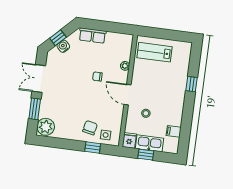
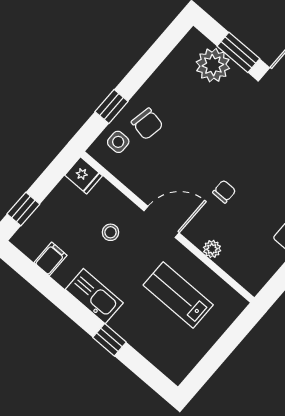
lab bench: (155, 52) -> (178, 295), moved, turned -90
plant: (46, 127) -> (213, 65), moved
kitchen sink: (150, 143) -> (94, 296), moved, turned -90
window: (146, 155) -> (23, 209), moved

